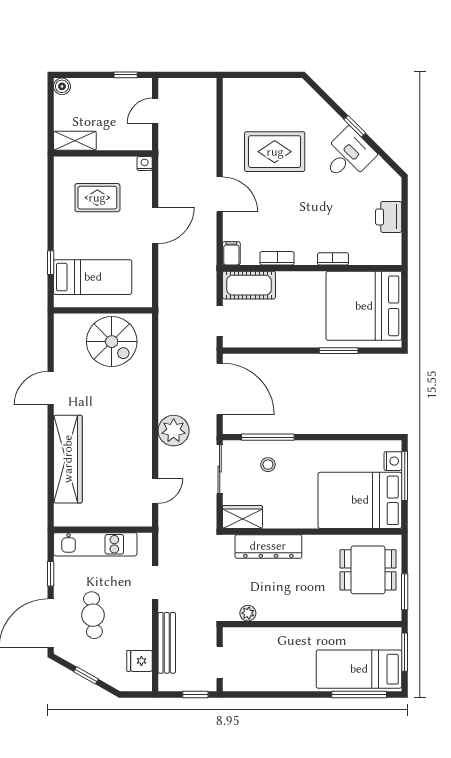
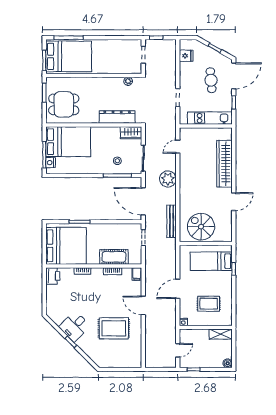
printer: (389, 217) -> (53, 276), moved
cot: (249, 285) -> (114, 257), moved
bench: (167, 643) -> (172, 221), moved
bed: (359, 669) -> (69, 56), width x1.50

